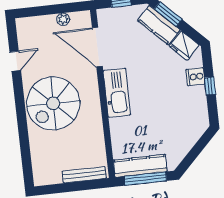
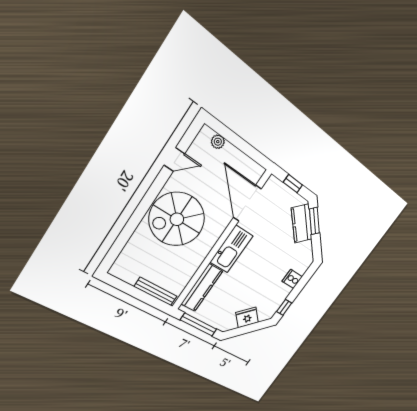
plant: (63, 19) -> (218, 142), moved
fridge: (184, 46) -> (247, 317), moved, turned 90
window: (210, 86) -> (284, 307), moved
kitchen counter: (140, 166) -> (202, 288), moved, turned 90

